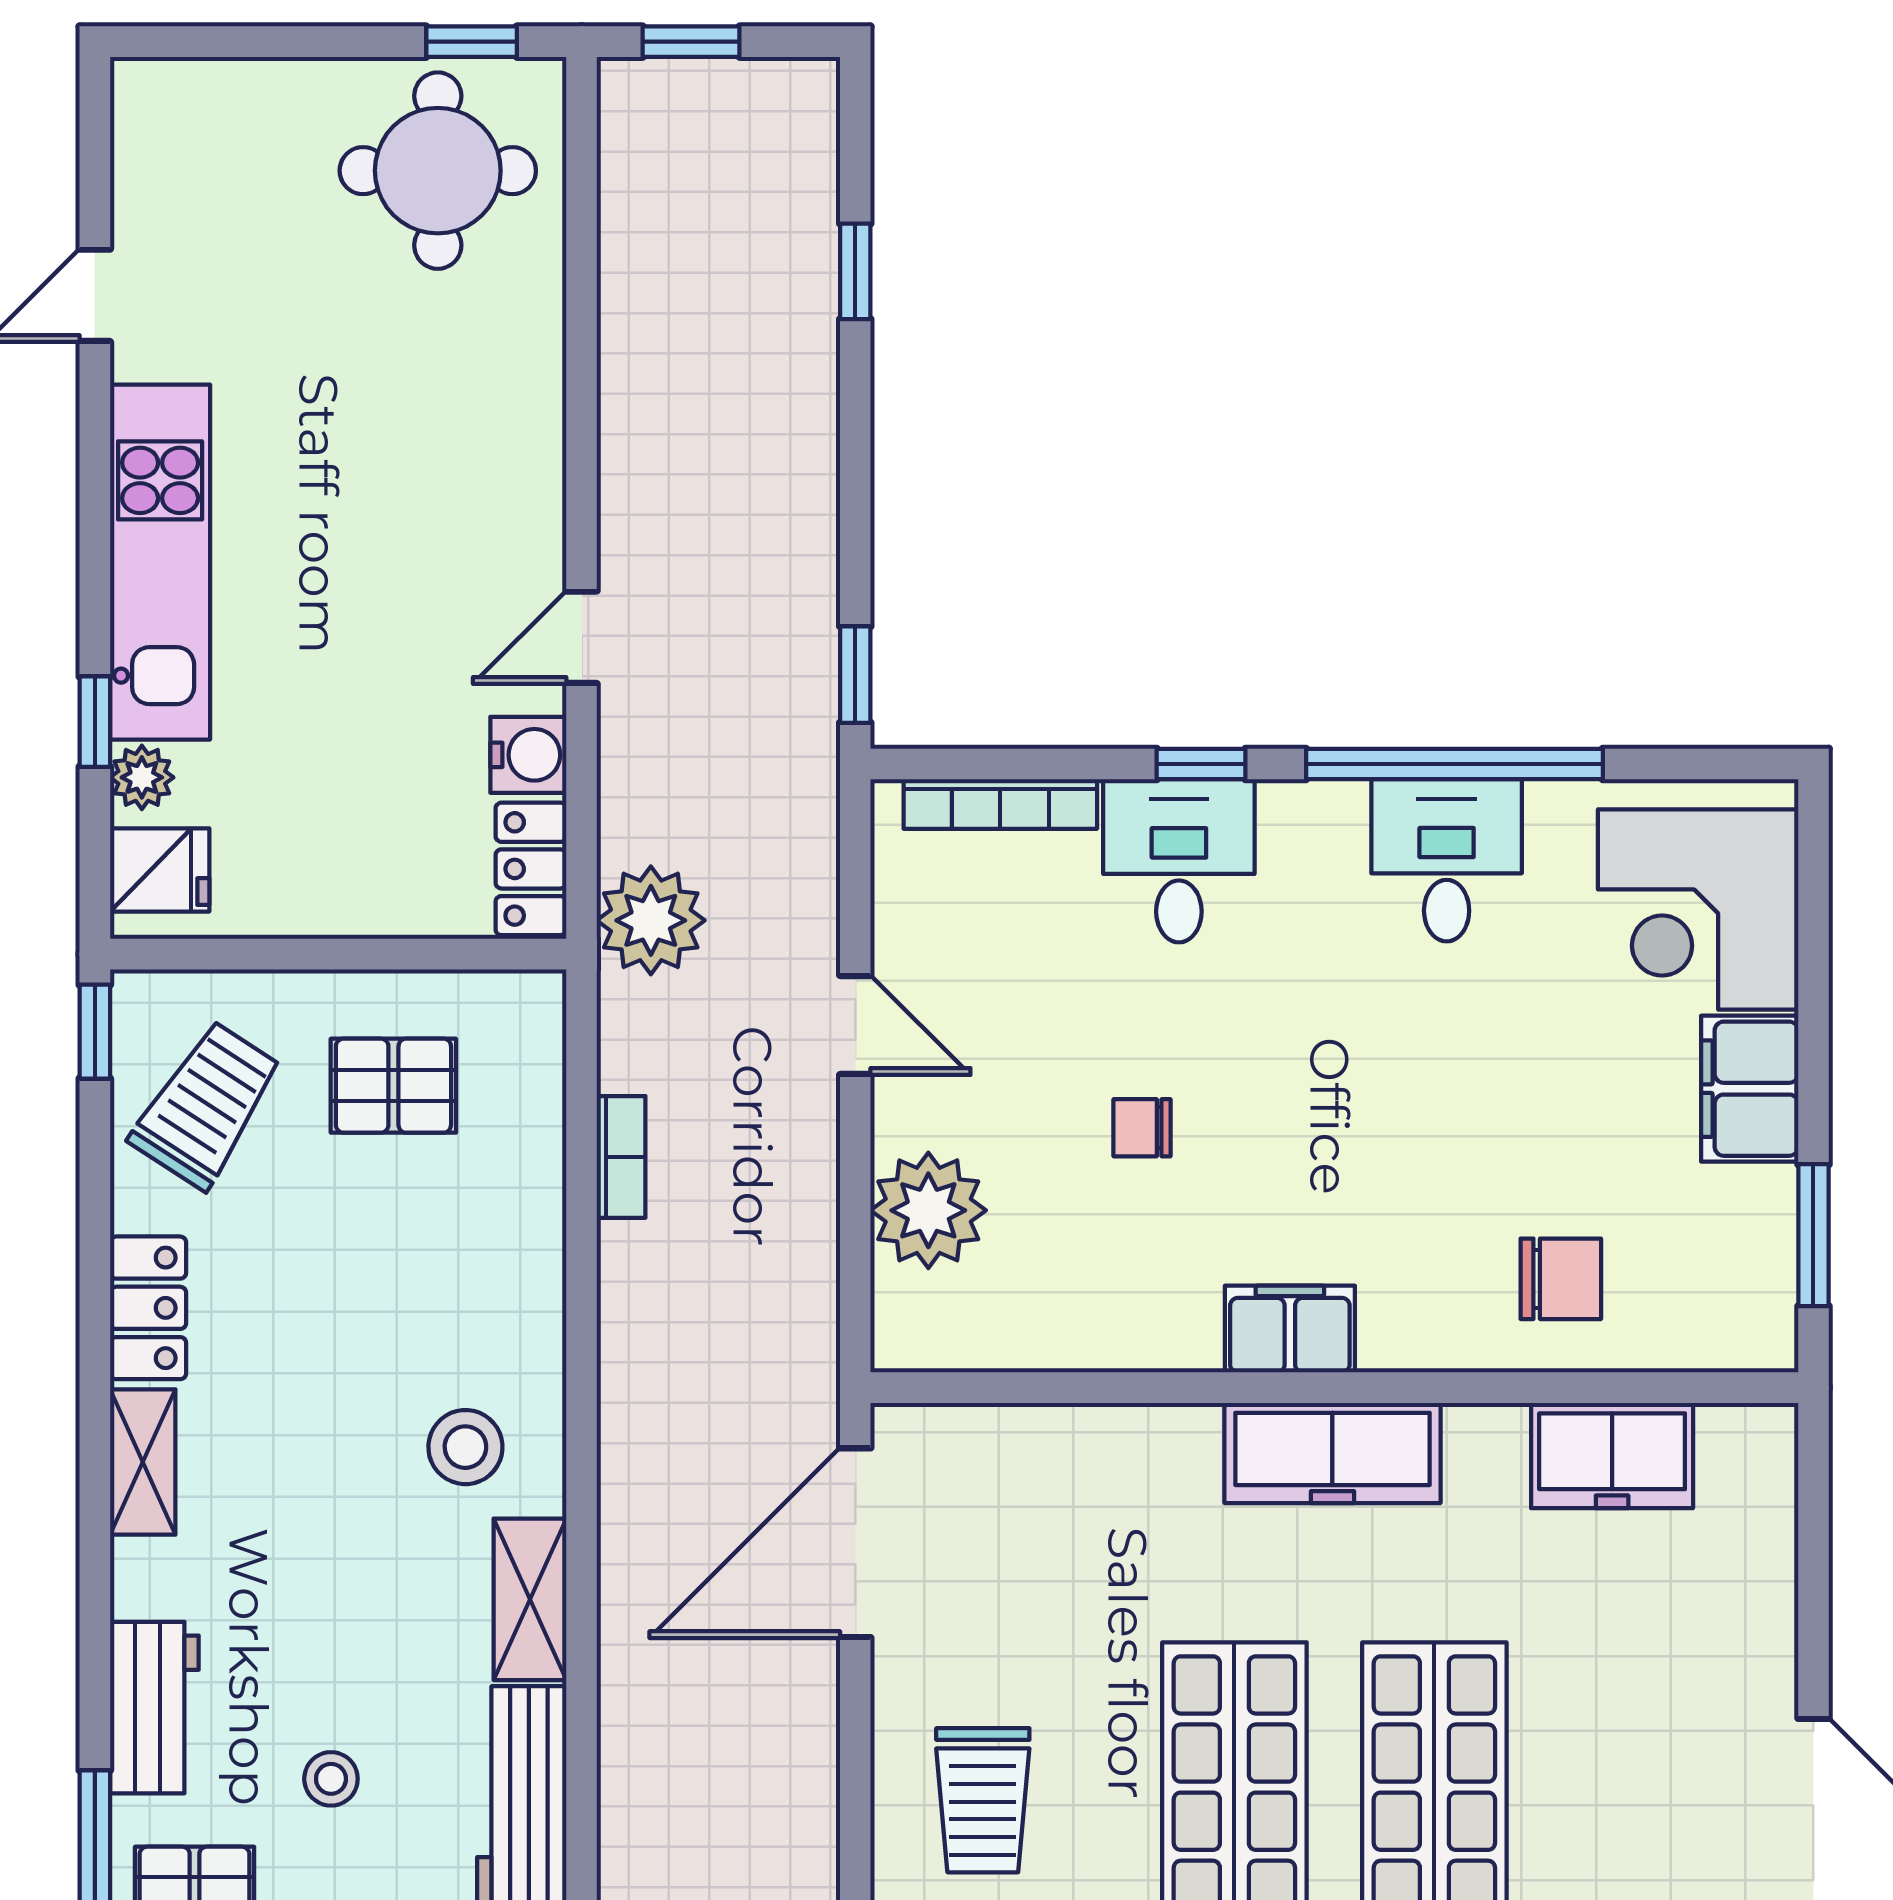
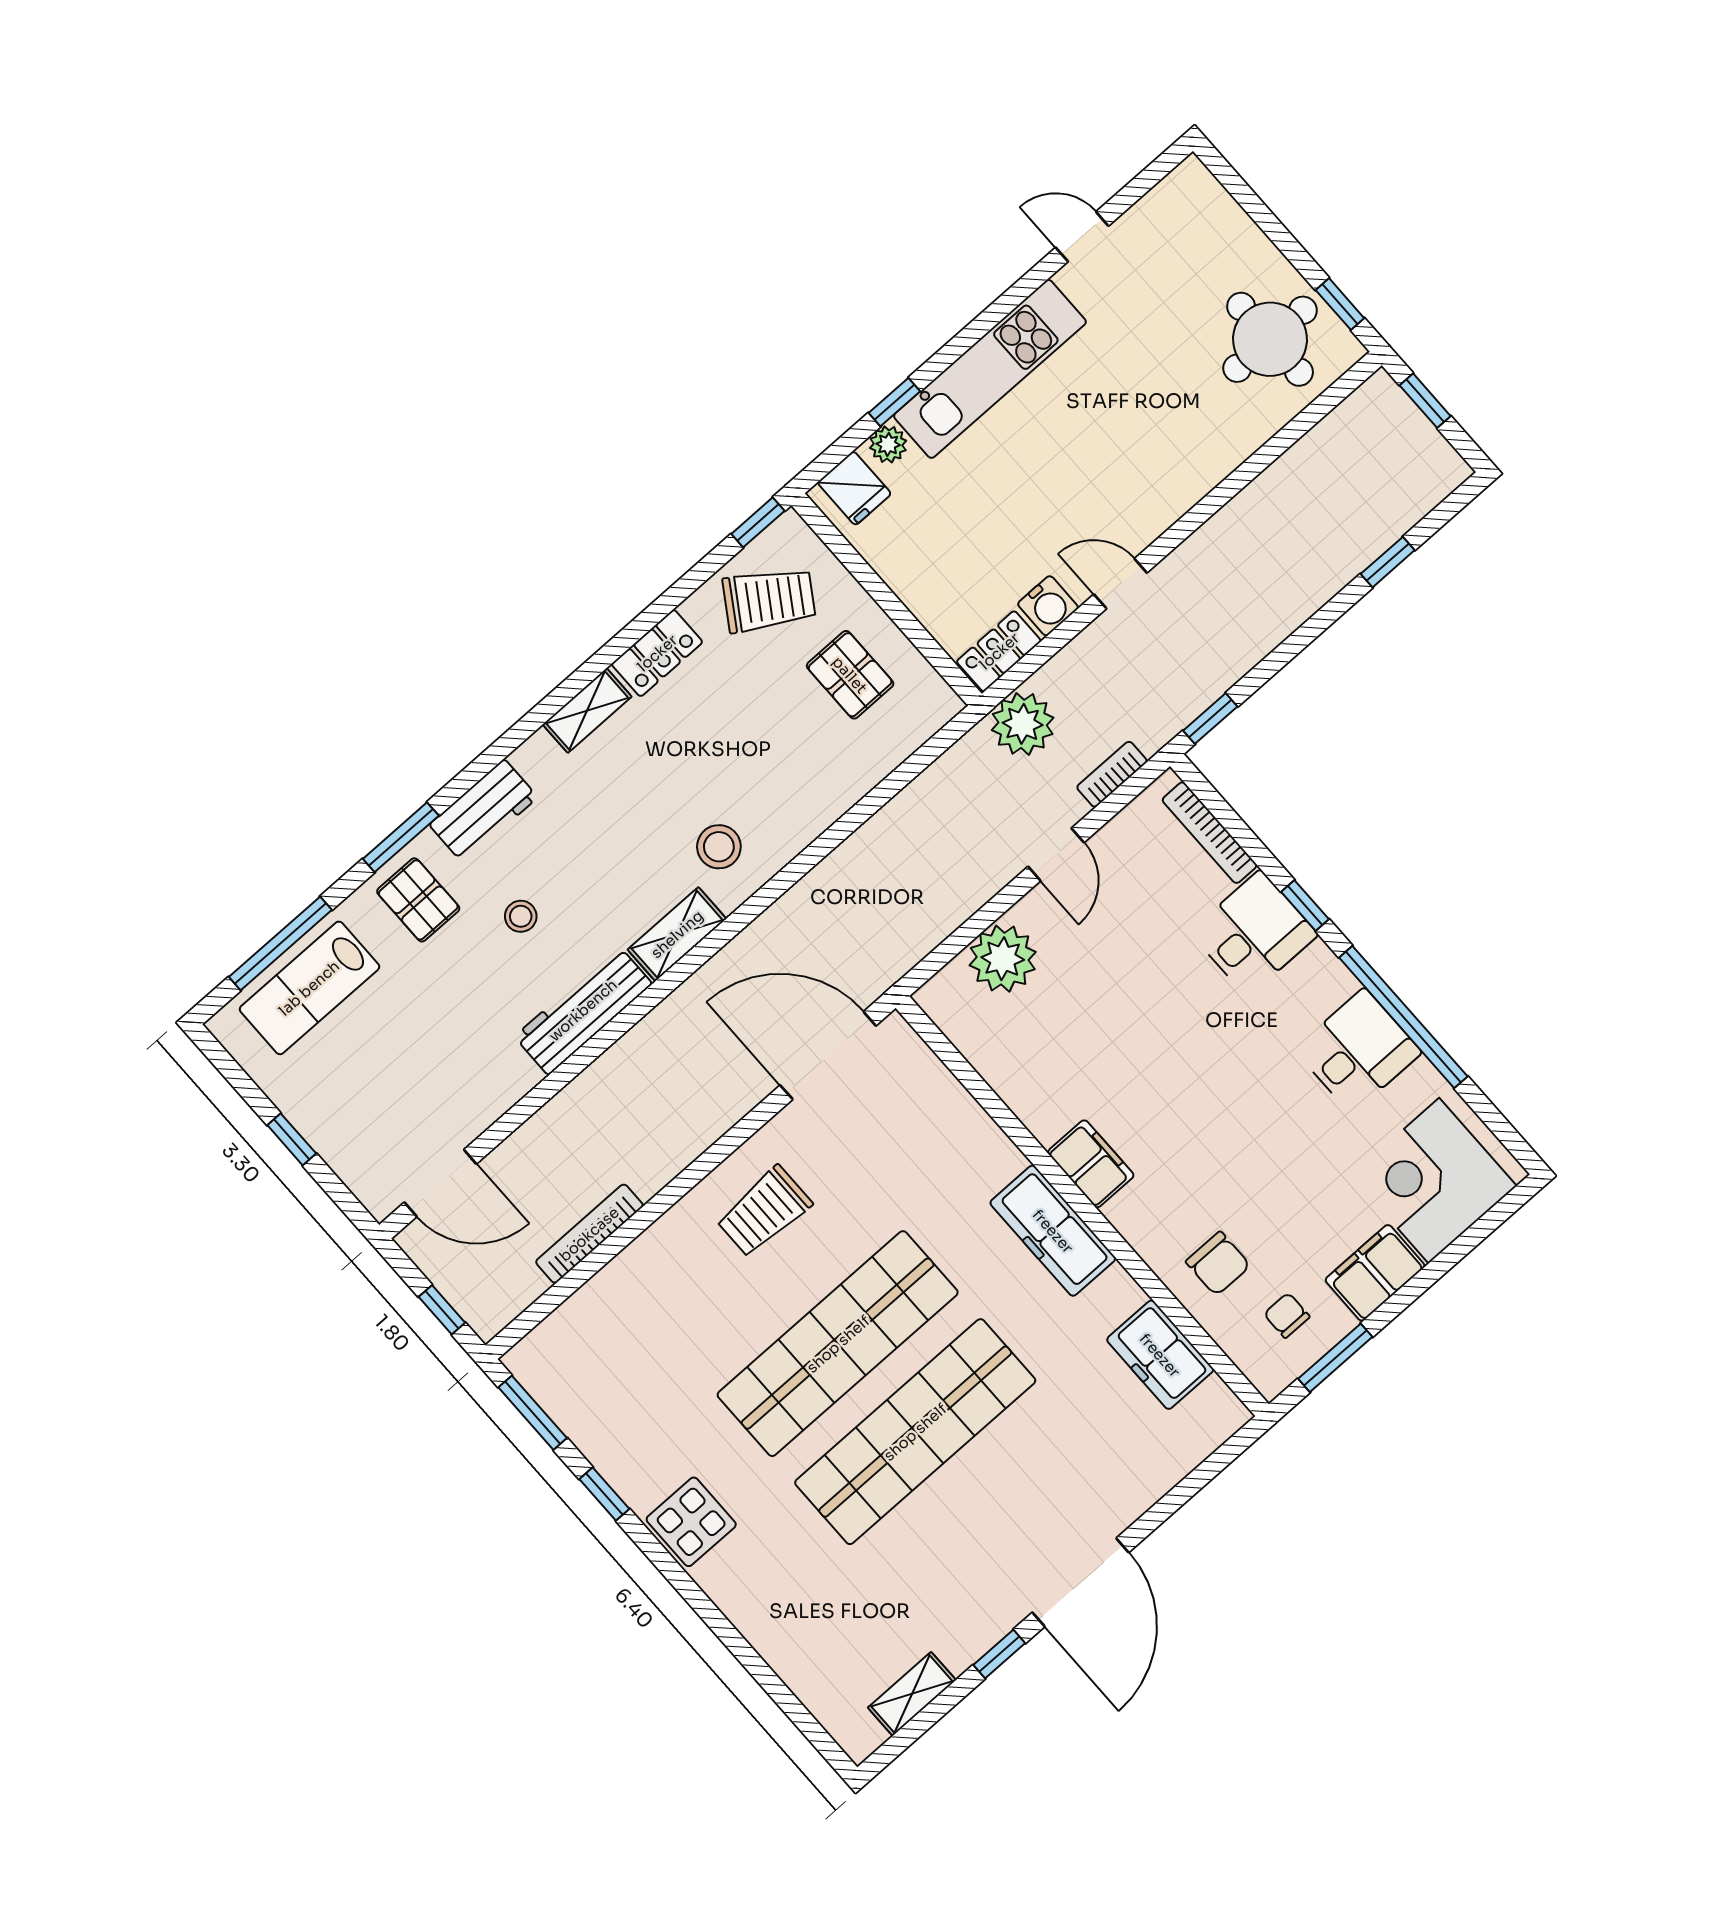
chair: (1142, 1128) -> (1287, 1315), moved
bookcase: (621, 1157) -> (1112, 774), moved, turned 180

